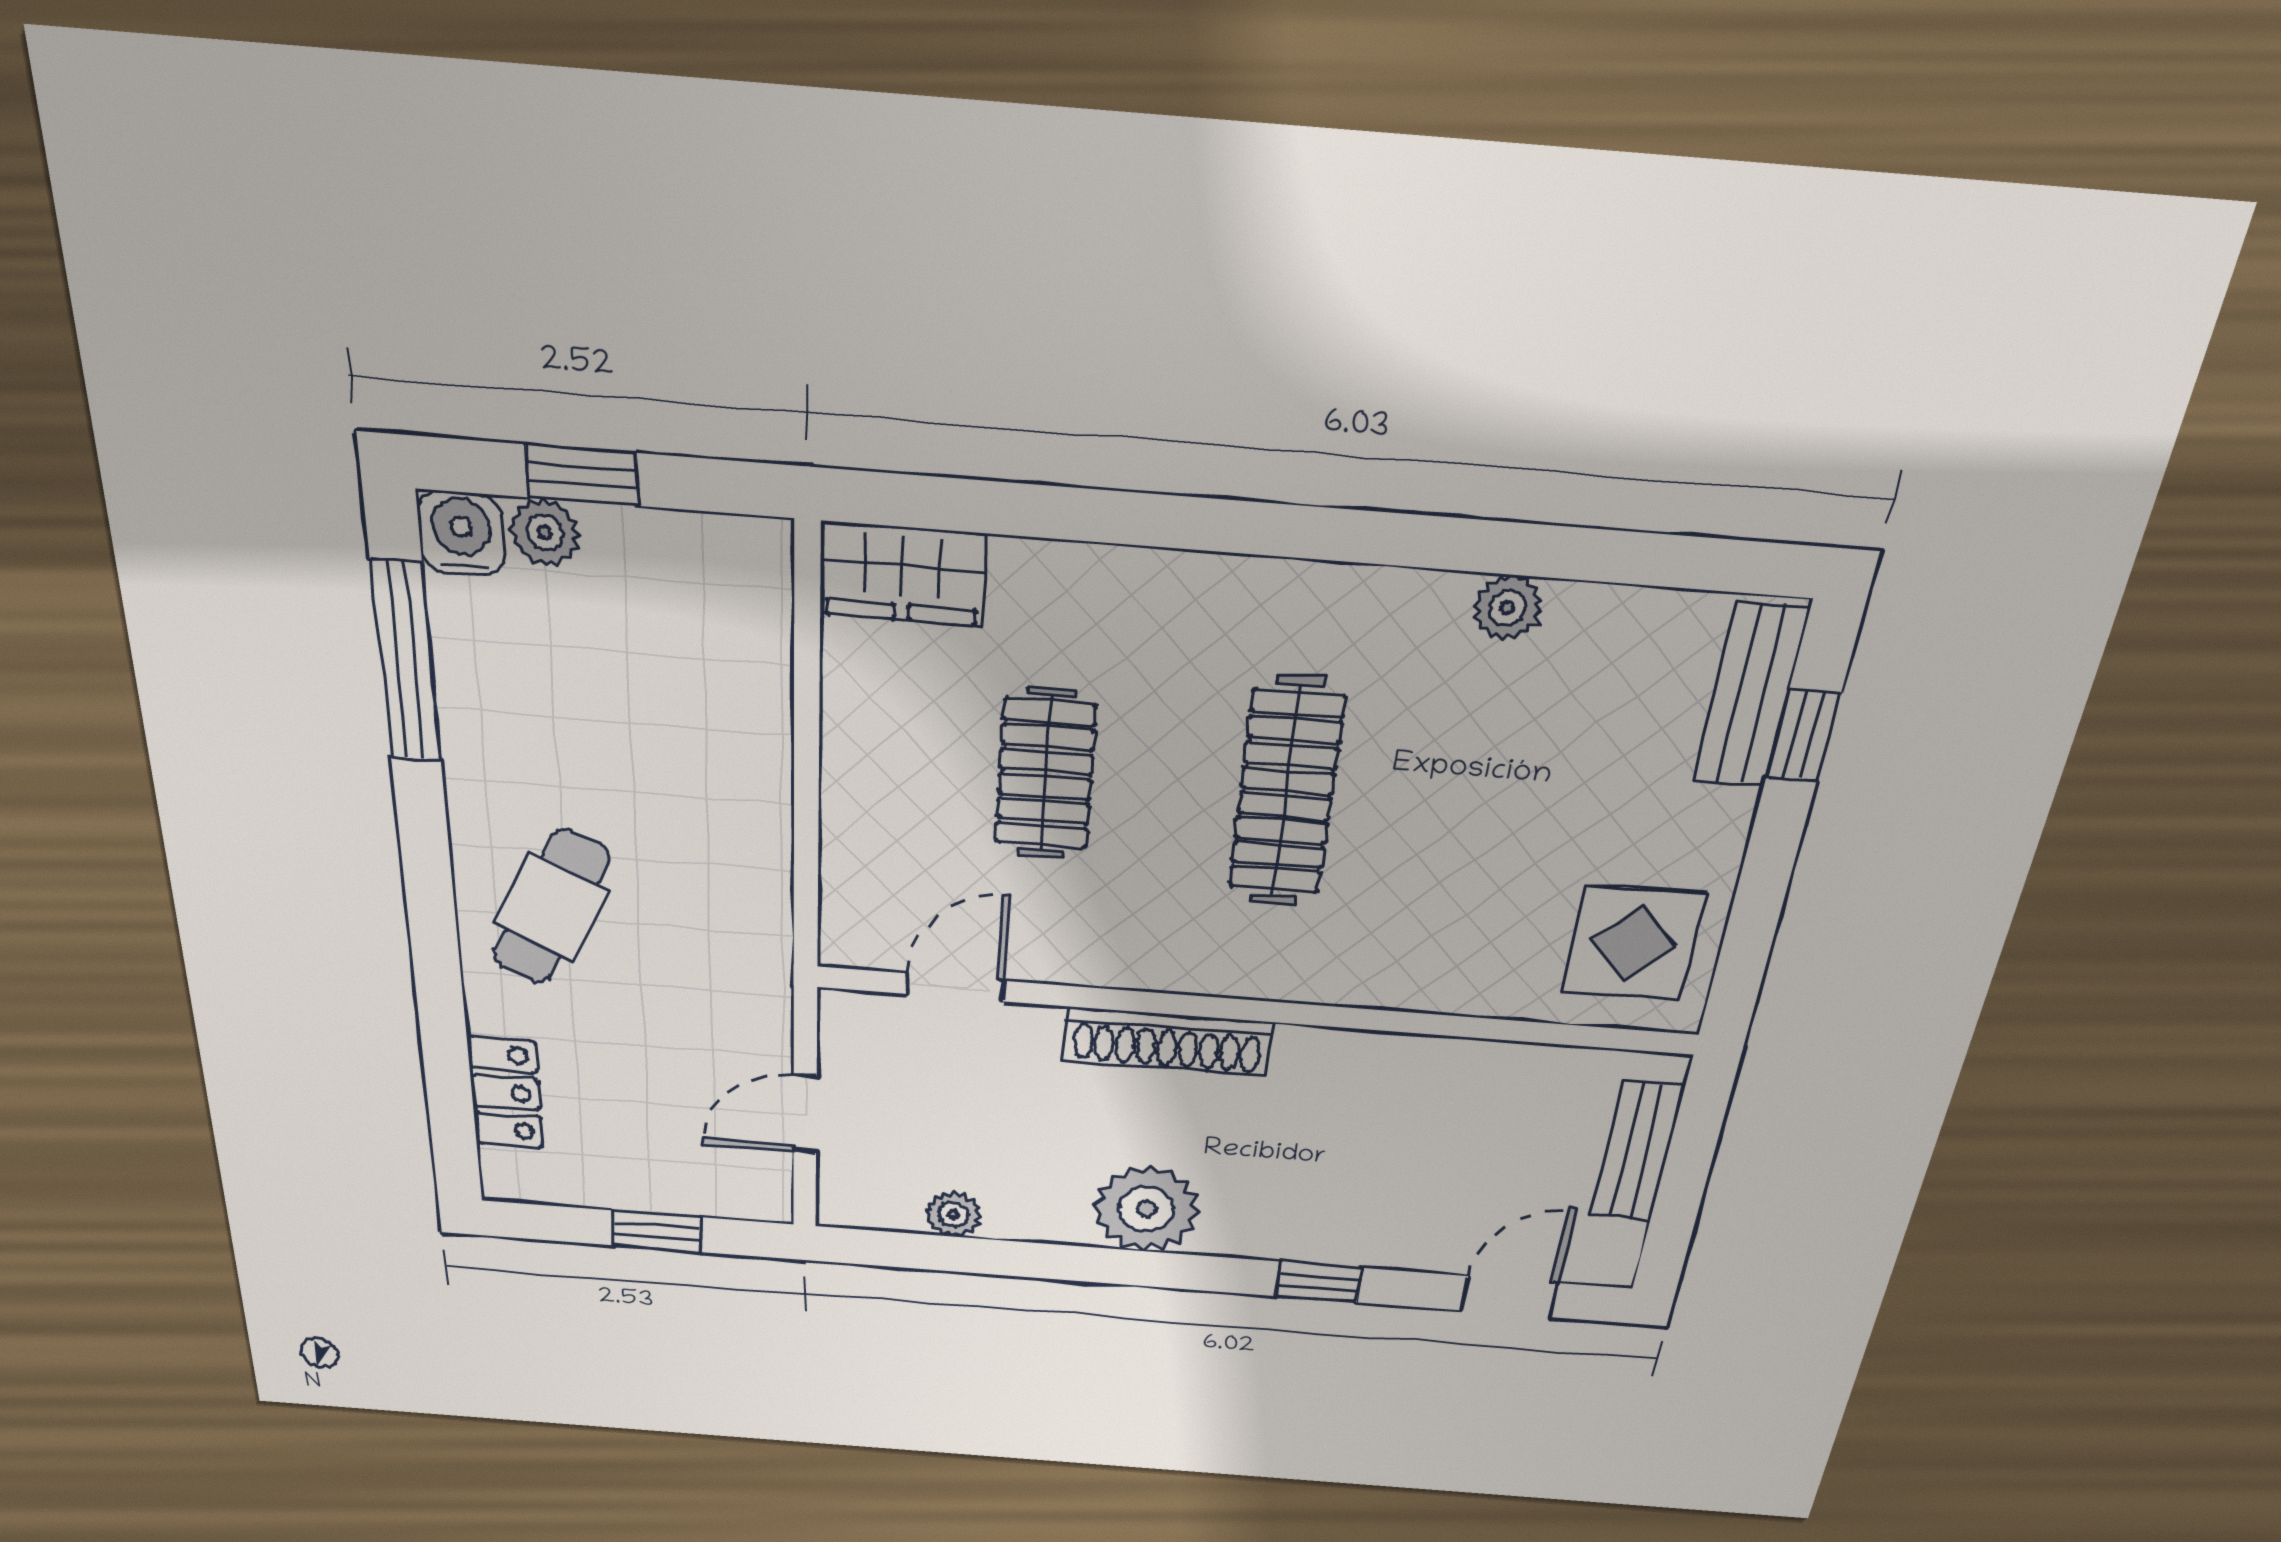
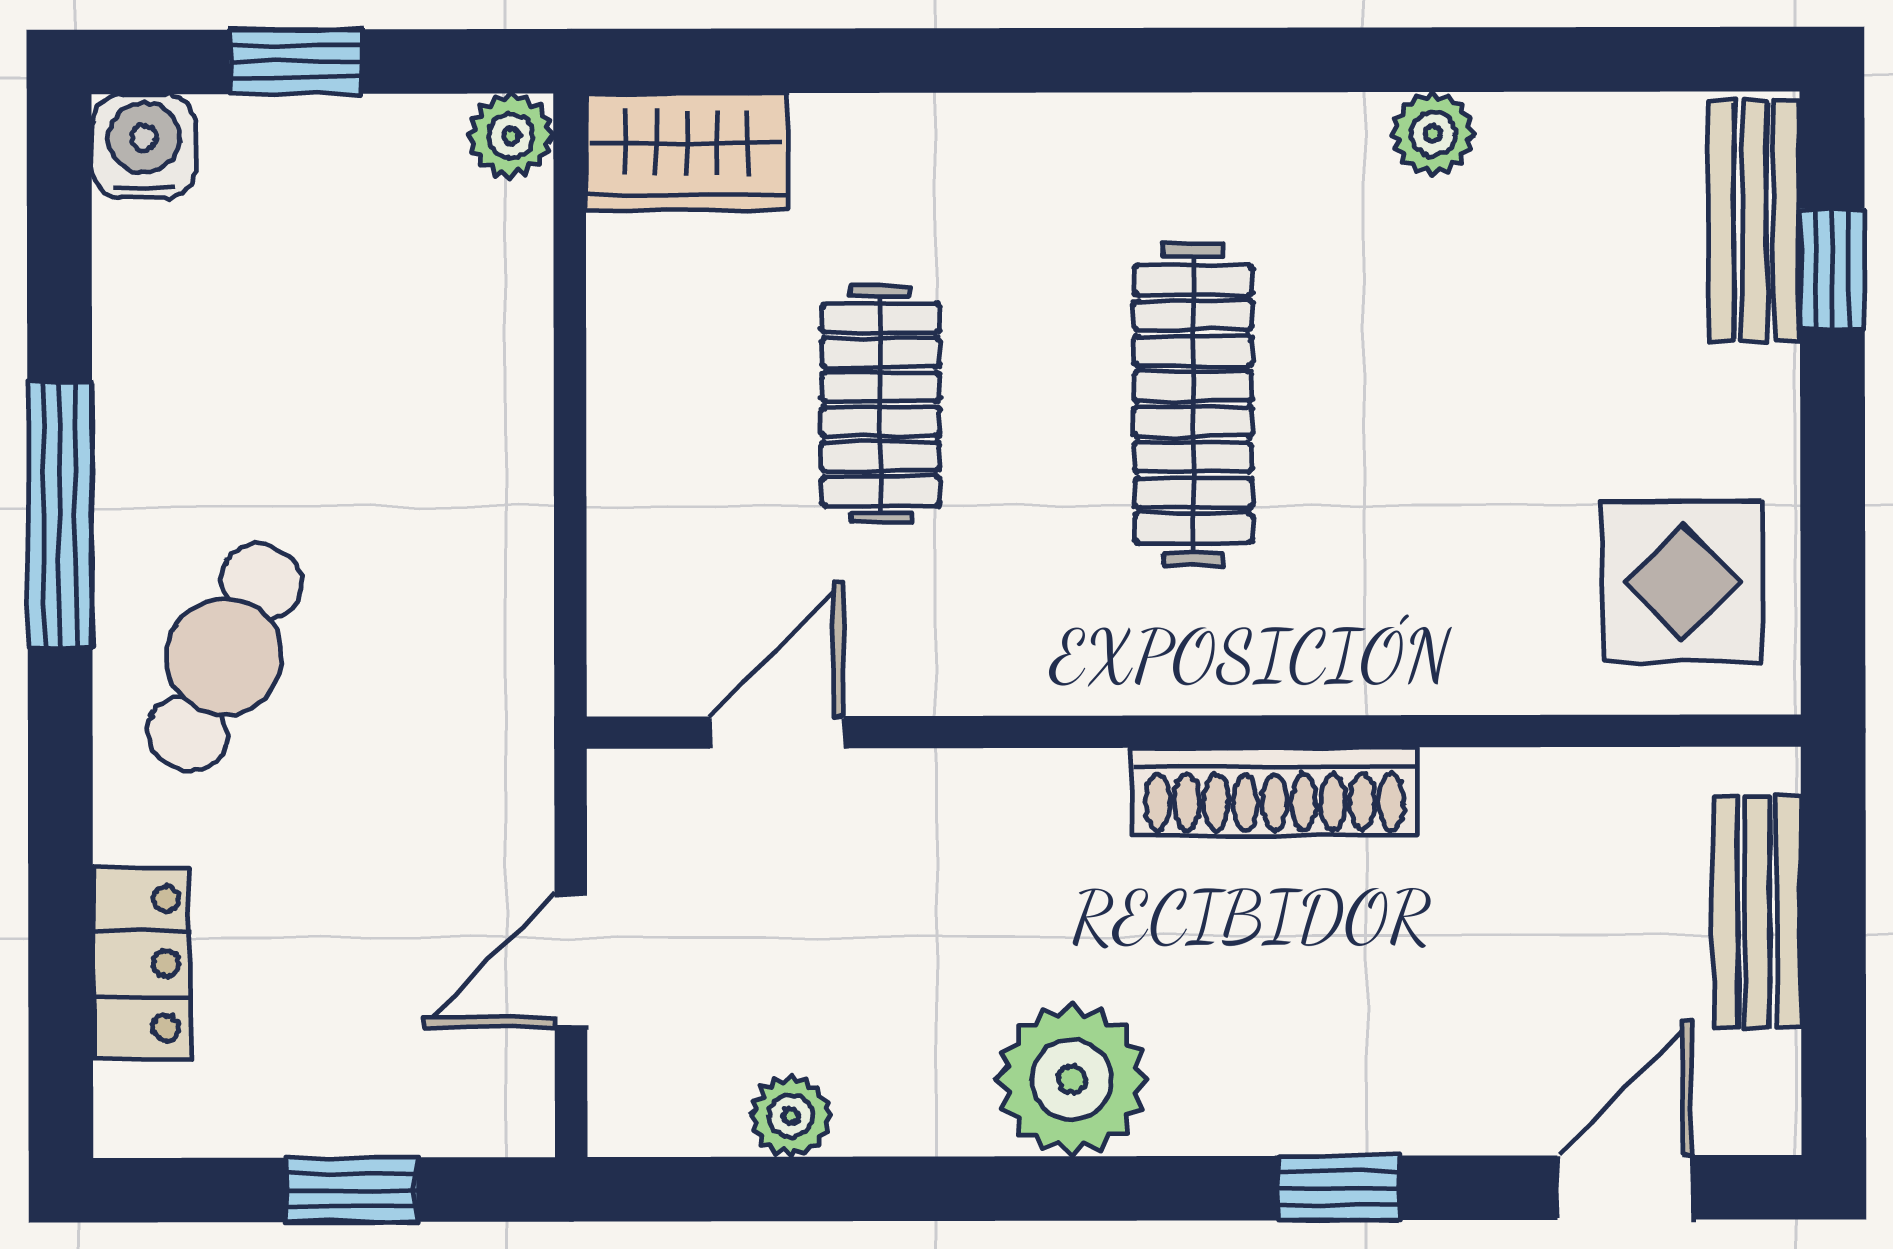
plant: (545, 532) -> (511, 136), moved
window: (406, 662) -> (60, 515), moved
shoe rack: (1168, 1041) -> (1275, 792), moved

